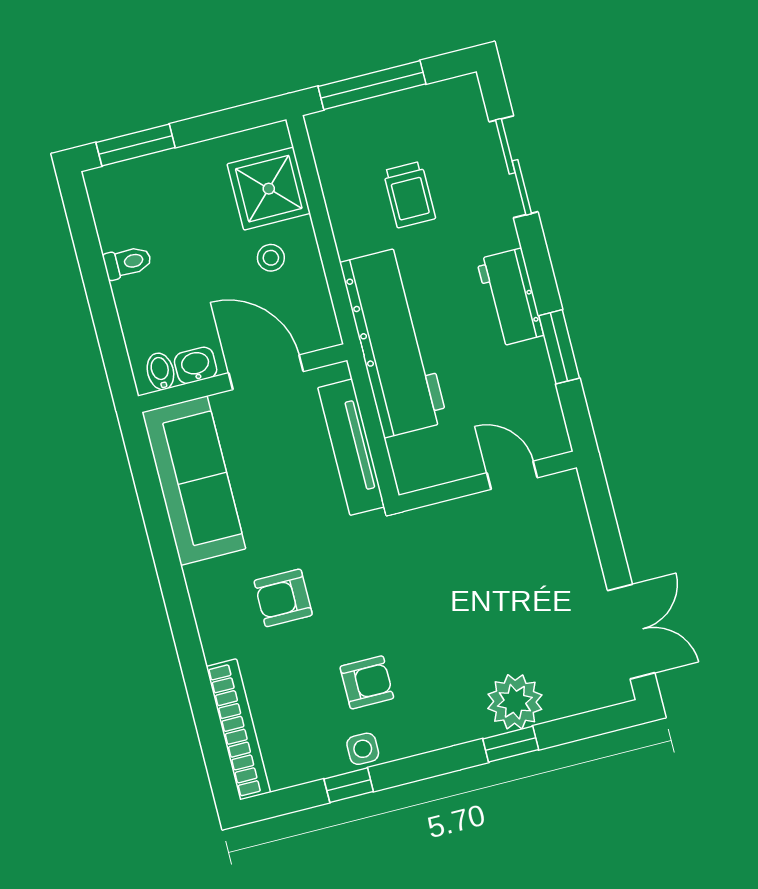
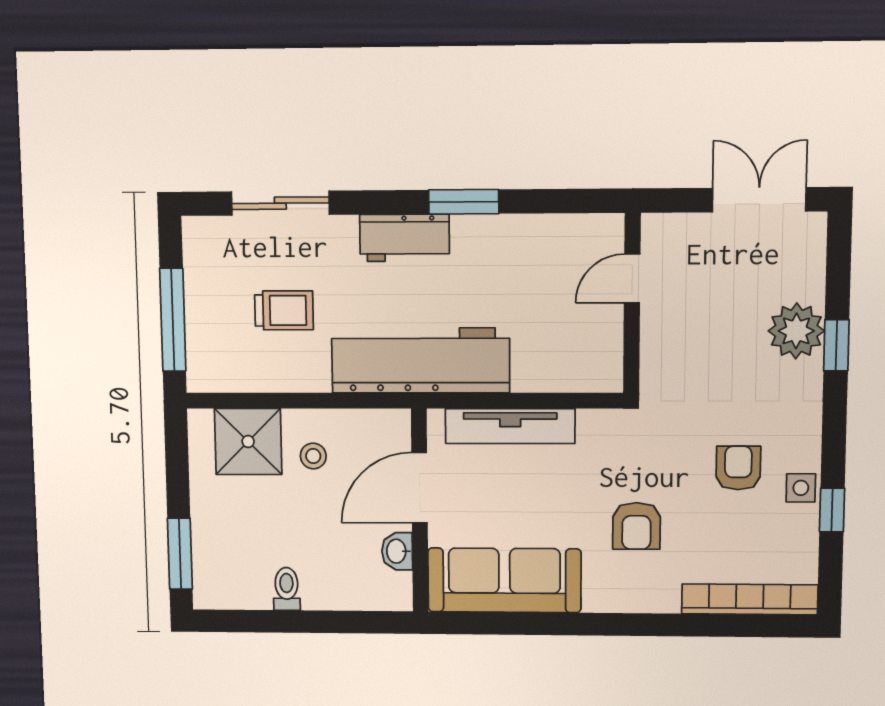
bidet: (160, 371) -> (395, 585), removed
door: (512, 475) -> (632, 278), moved
wall: (488, 481) -> (632, 304), moved

